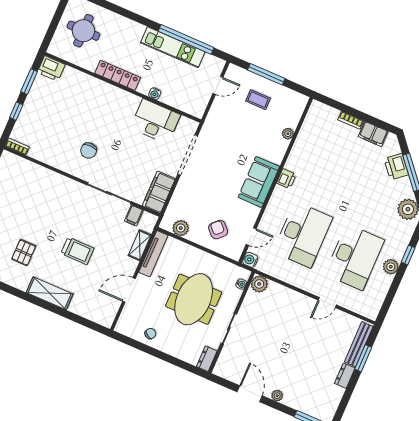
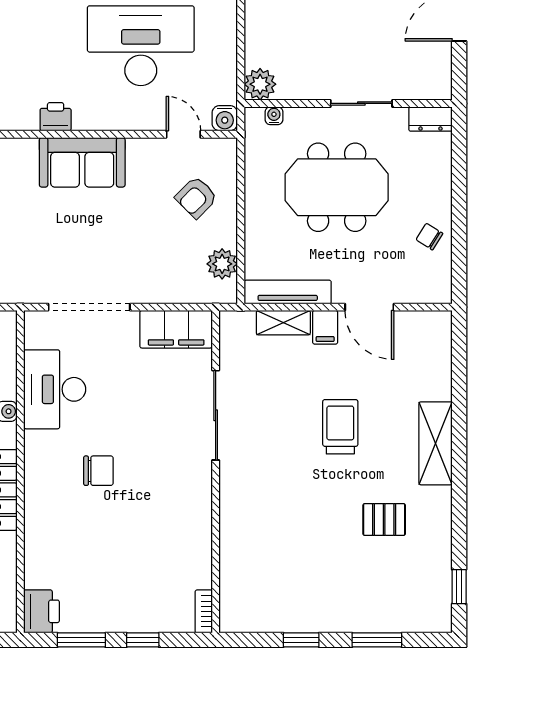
chair: (89, 151) -> (98, 471), moved
filing cabinet: (134, 216) -> (325, 327), moved, turned 90

